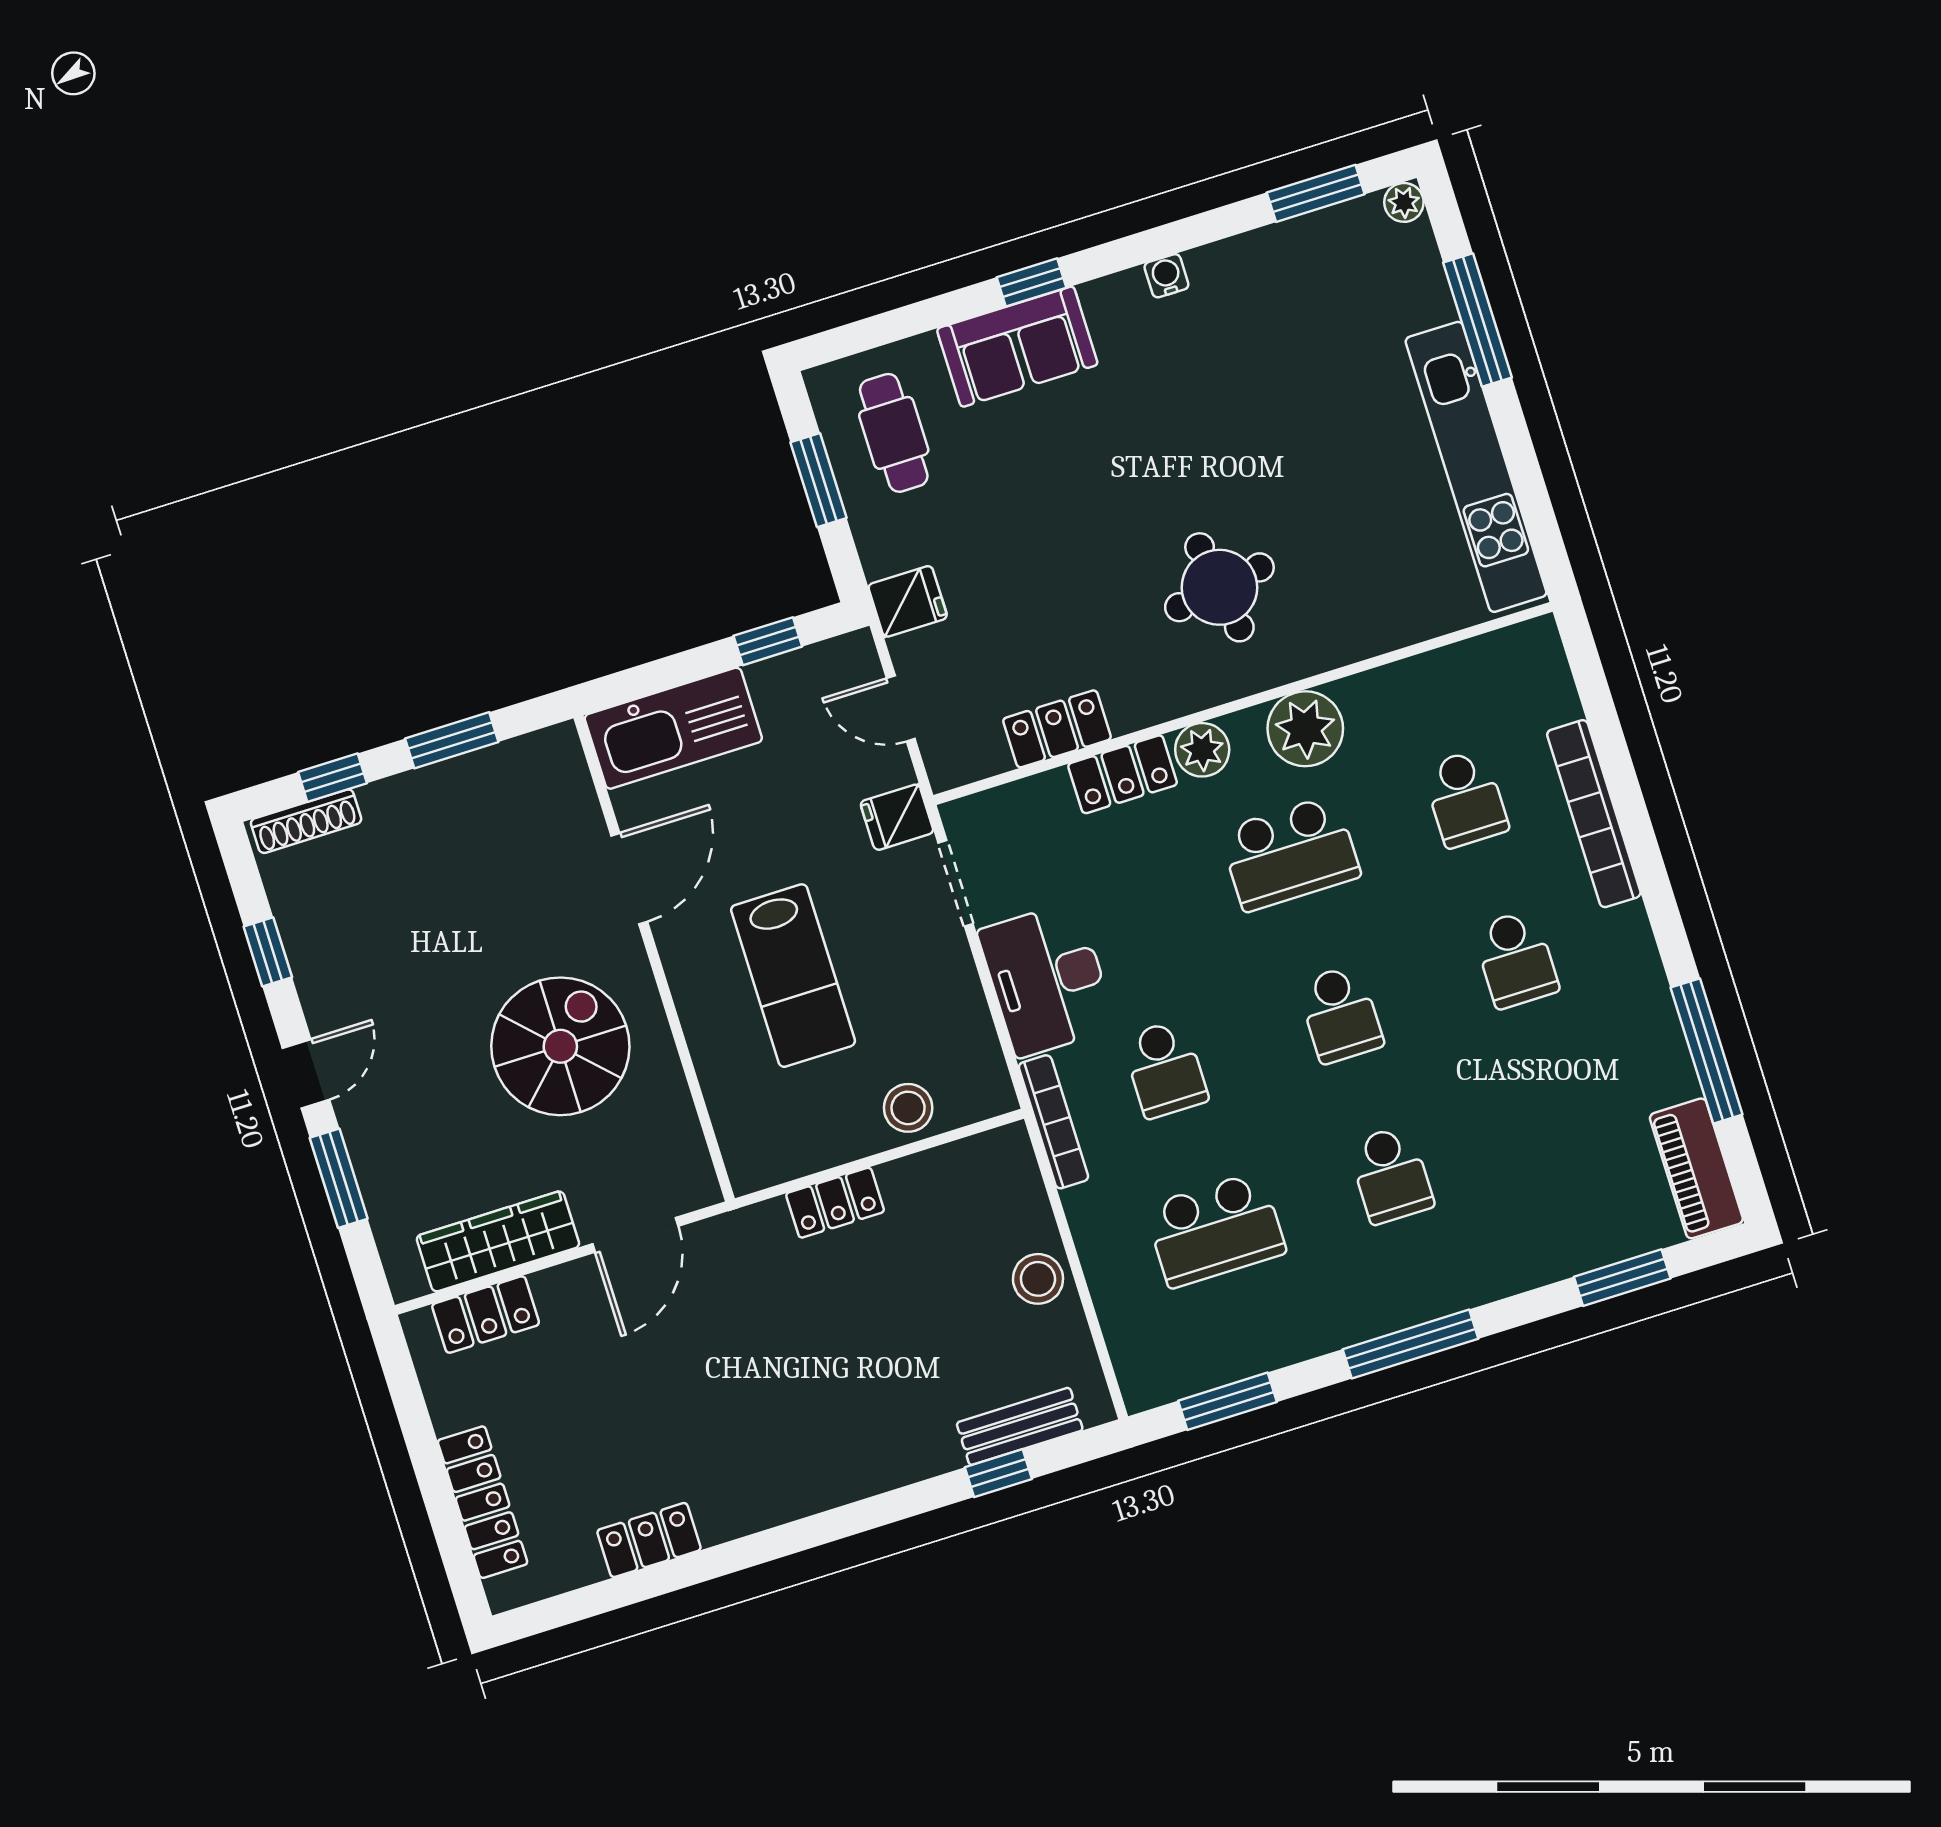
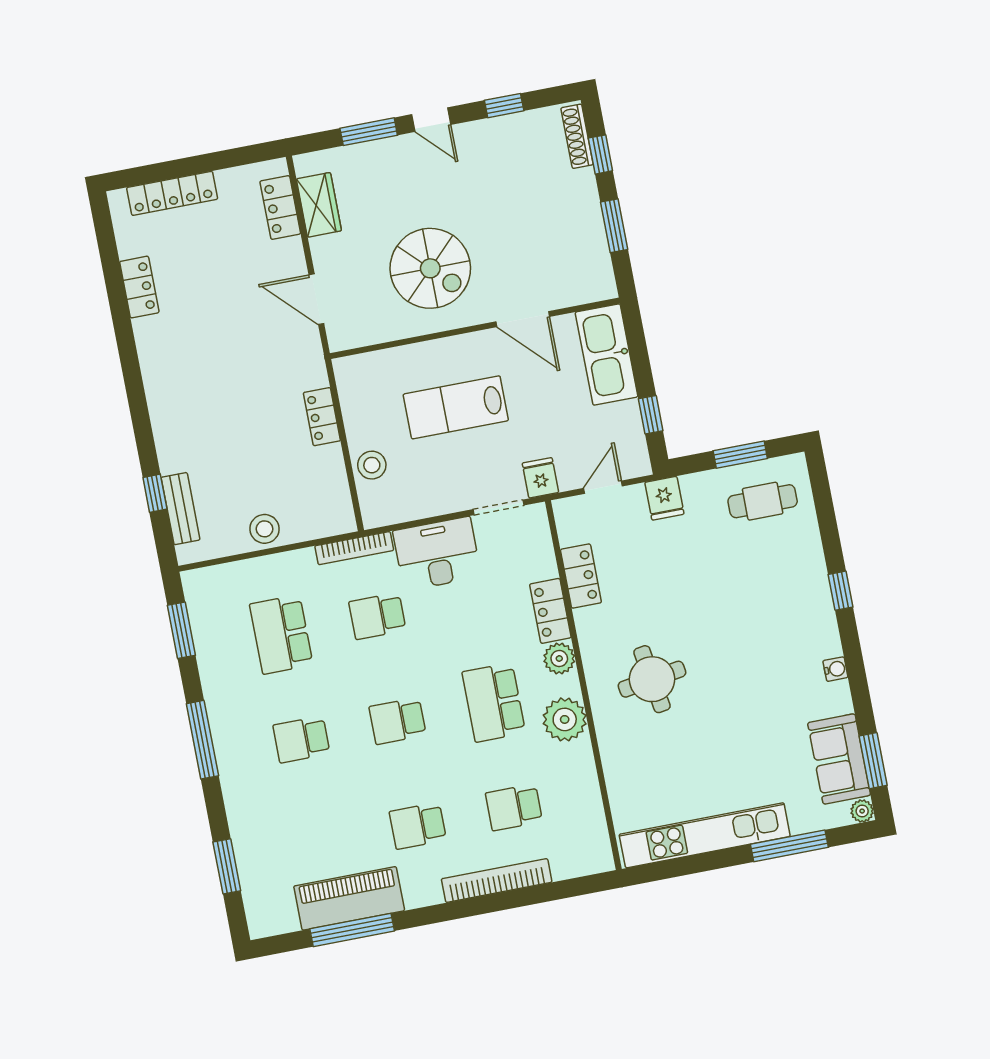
sofa: (1017, 347) -> (839, 759), moved
piano: (1696, 1168) -> (349, 898), moved, width x1.37, depth x1.33
wardrobe: (498, 1241) -> (319, 205), width x0.67

